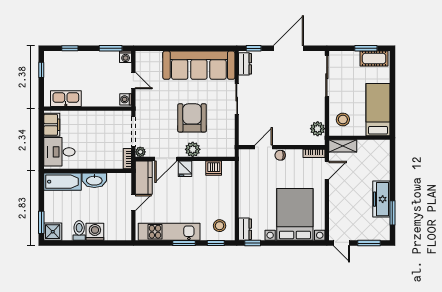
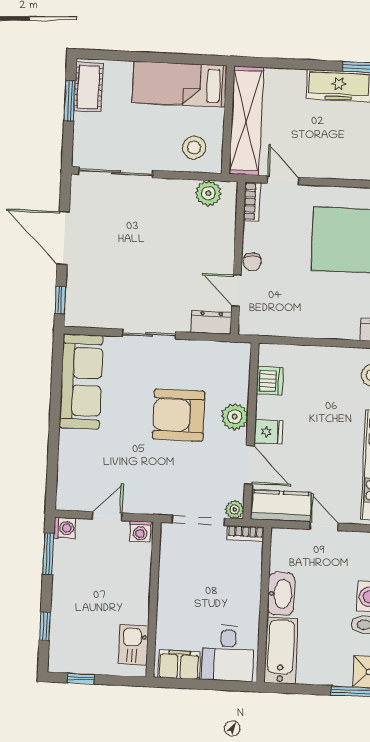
dresser: (245, 64) -> (211, 322), moved
sofa: (199, 65) -> (81, 381), width x0.74, depth x0.79
kitchen sink: (66, 99) -> (133, 645), width x0.73
shelving: (343, 146) -> (246, 121), width x2.20, depth x1.33

